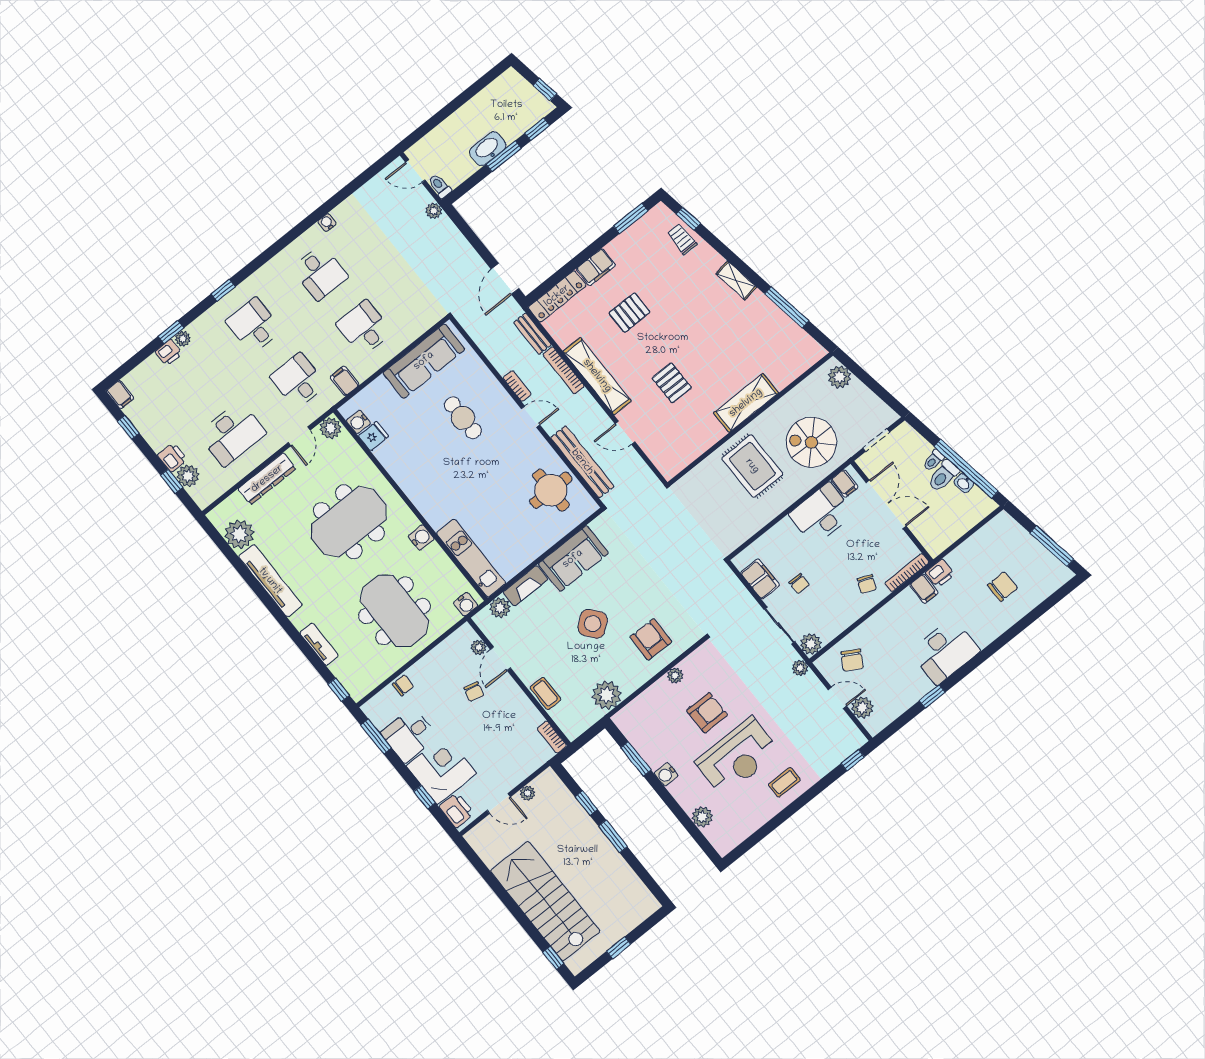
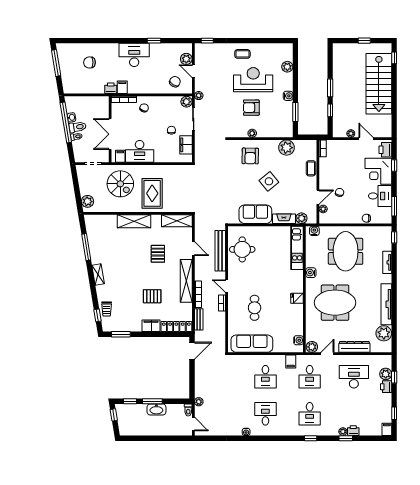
fridge: (373, 436) -> (297, 298), moved
shelving: (683, 455) -> (177, 221), added

